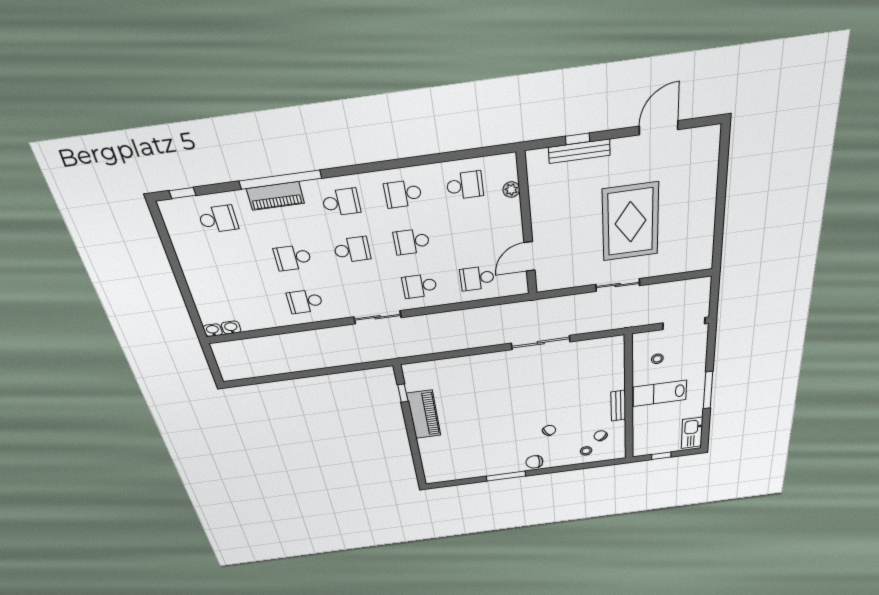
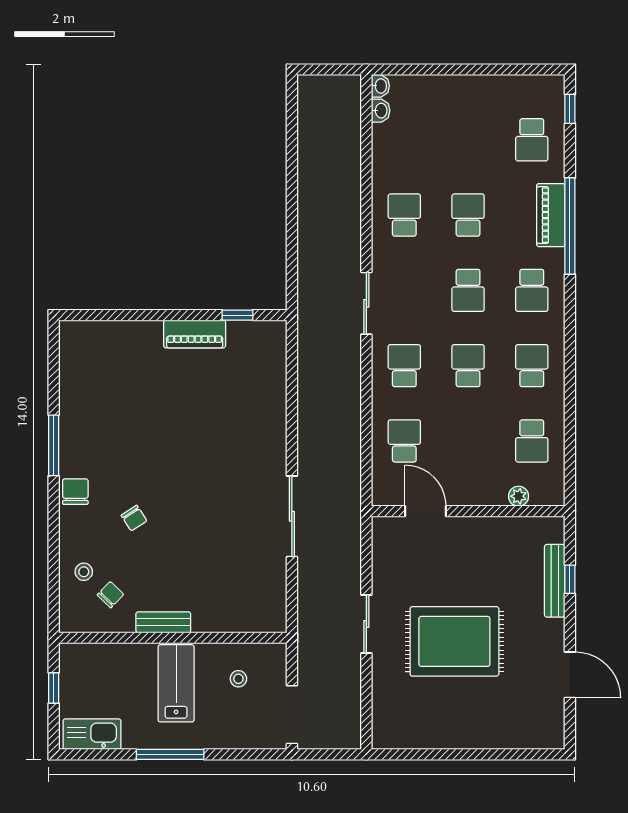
piano: (424, 414) -> (195, 334), width x0.73, depth x0.75

